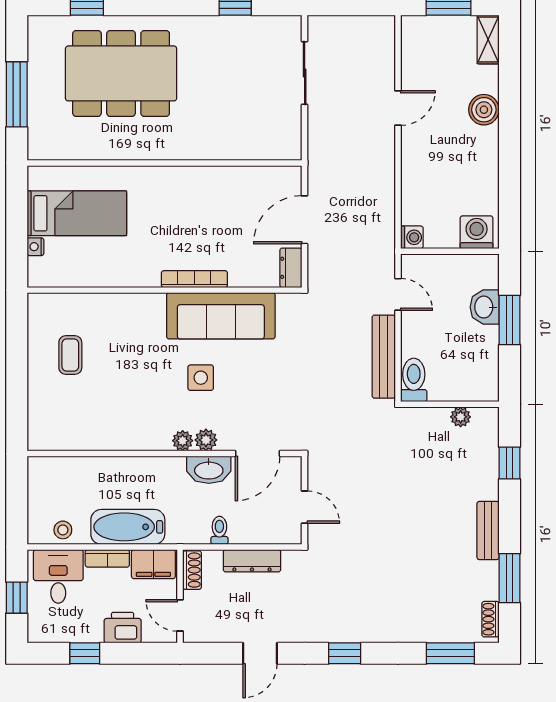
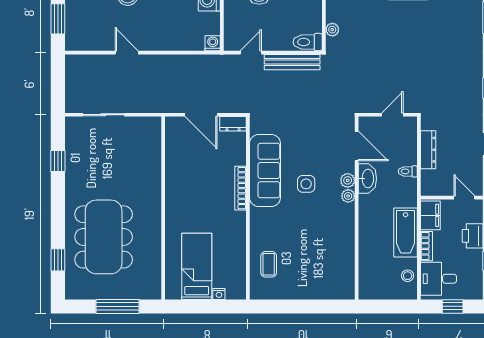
coffee table: (70, 355) -> (269, 264), moved, turned 90
plant: (461, 417) -> (332, 30), moved
shoe rack: (192, 570) -> (434, 190), removed
door: (180, 615) -> (464, 198), swing flipped

